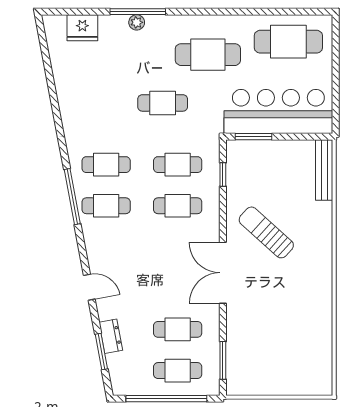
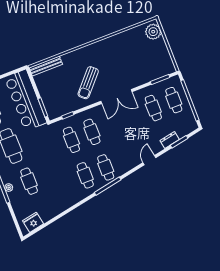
fridge: (82, 28) -> (33, 222), moved, turned -101
cafe table: (163, 103) -> (29, 181), moved
plant: (311, 381) -> (153, 32), added

